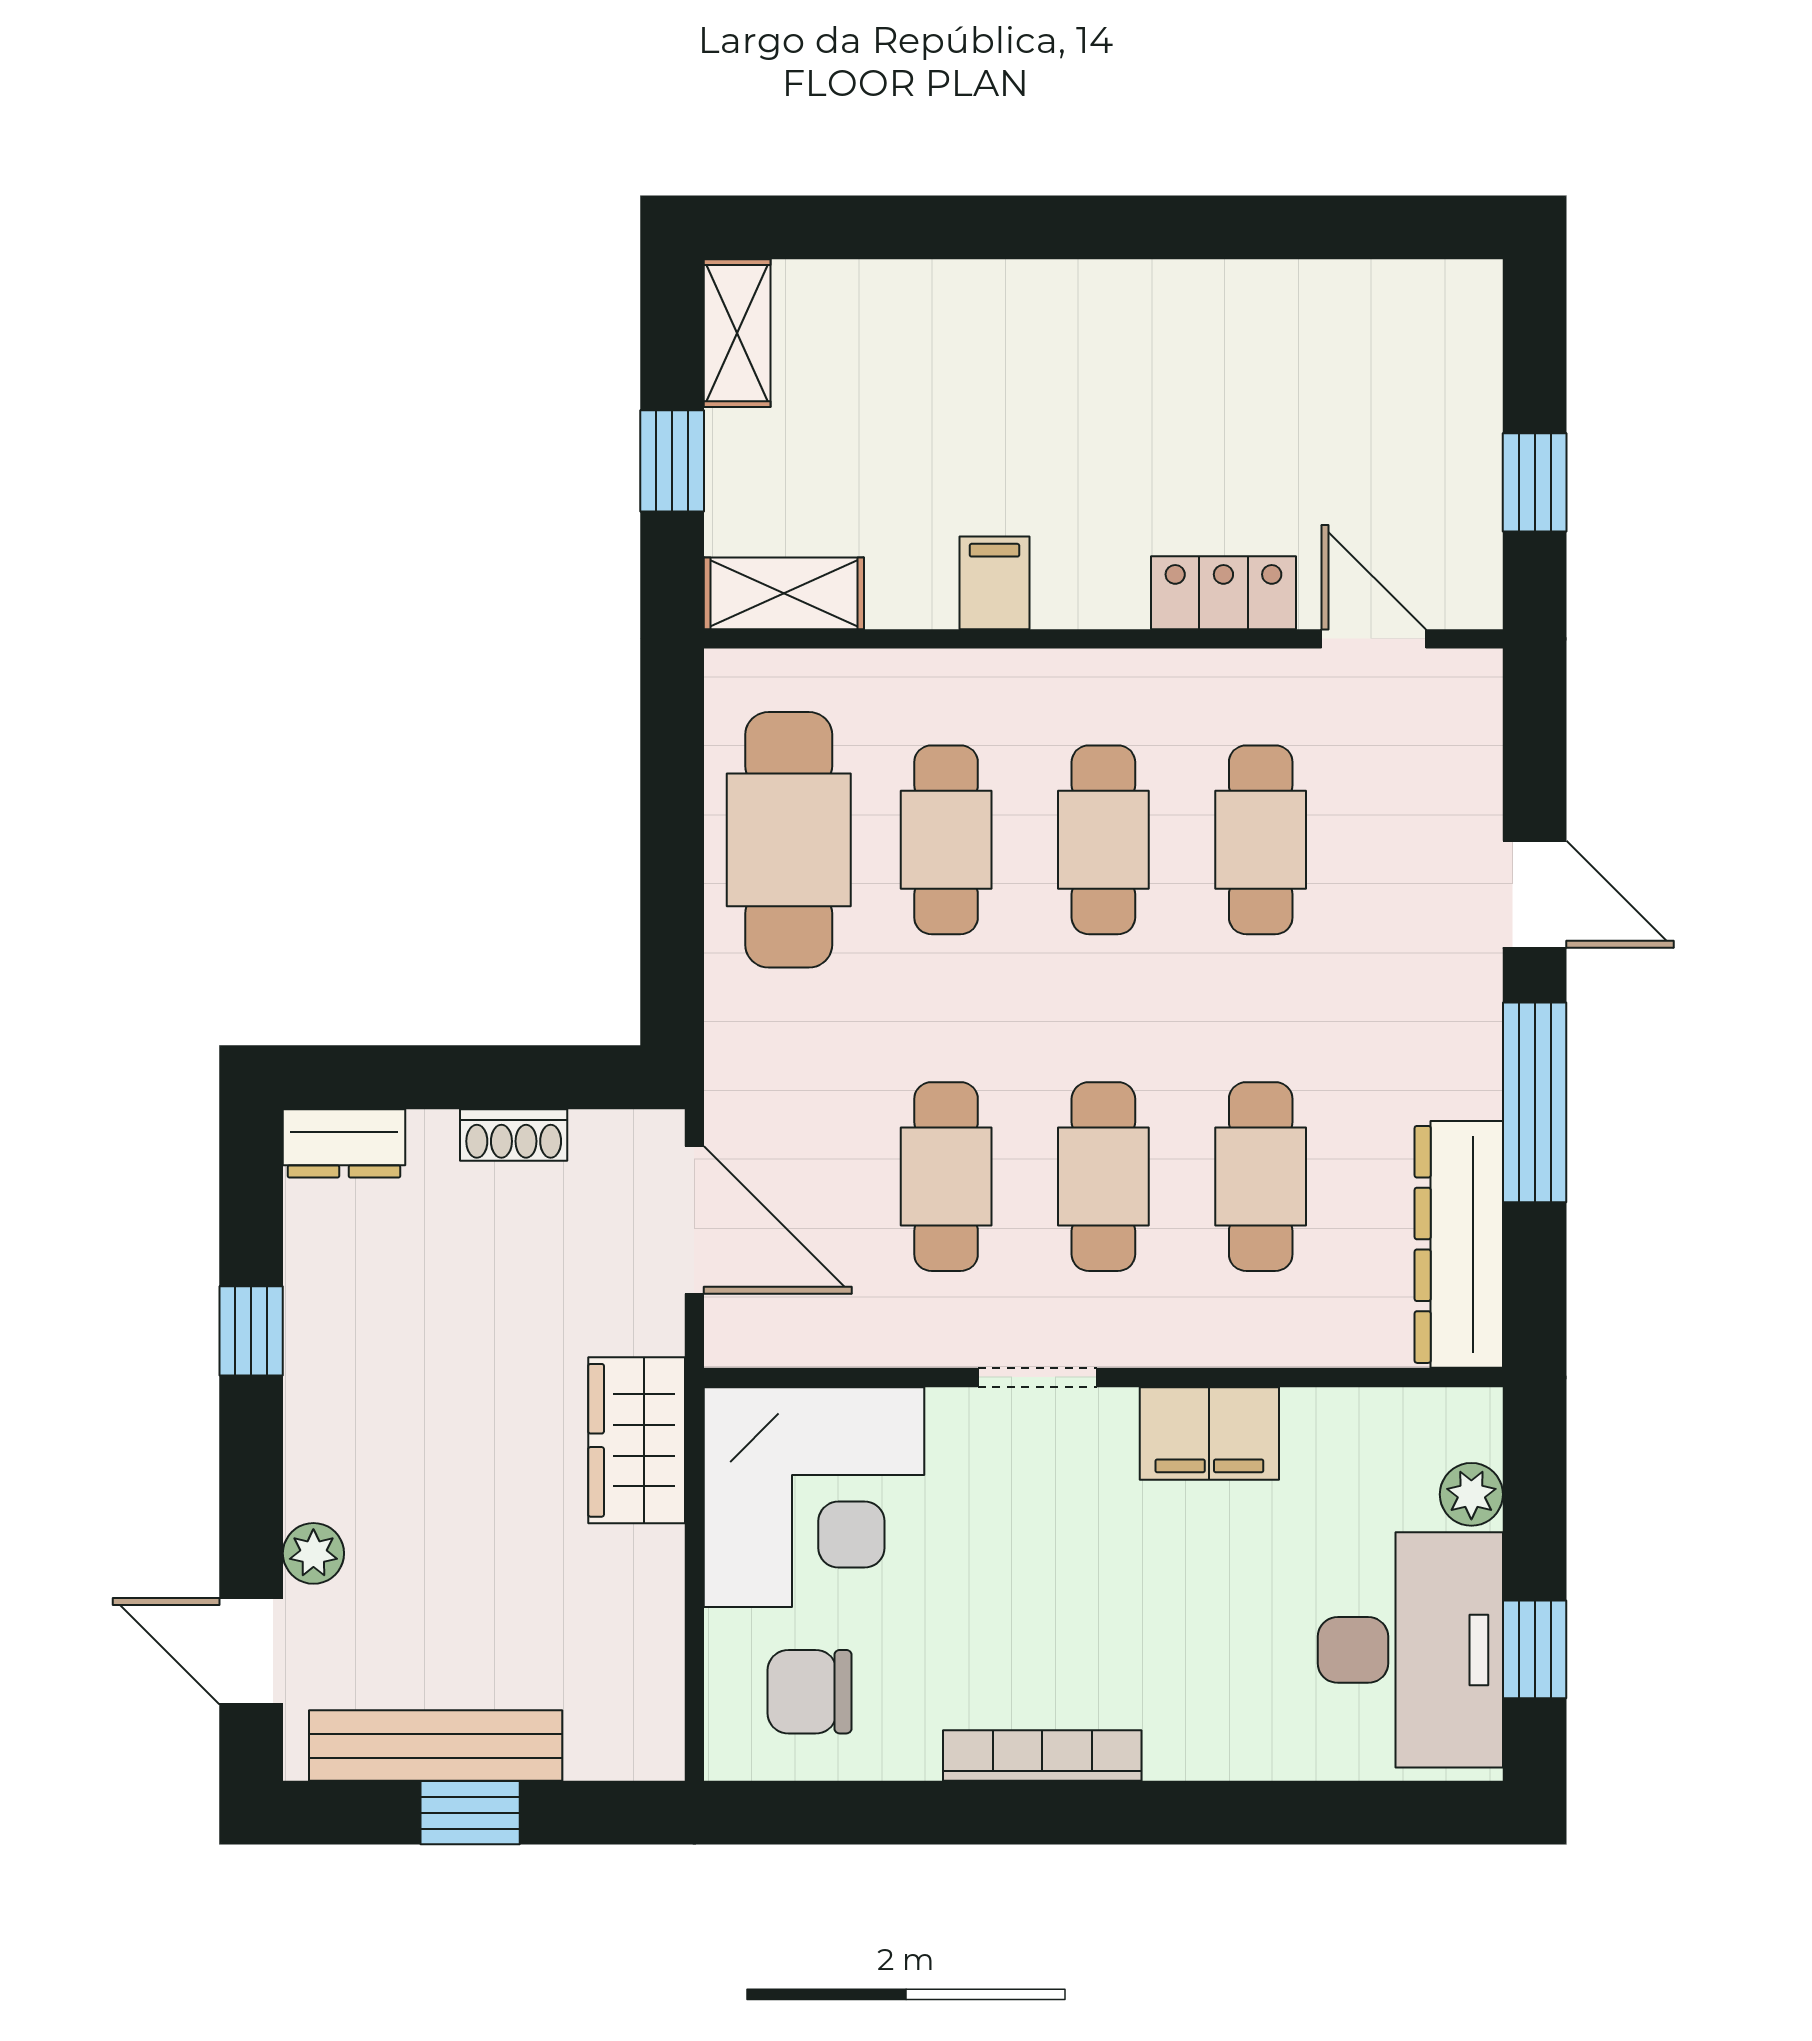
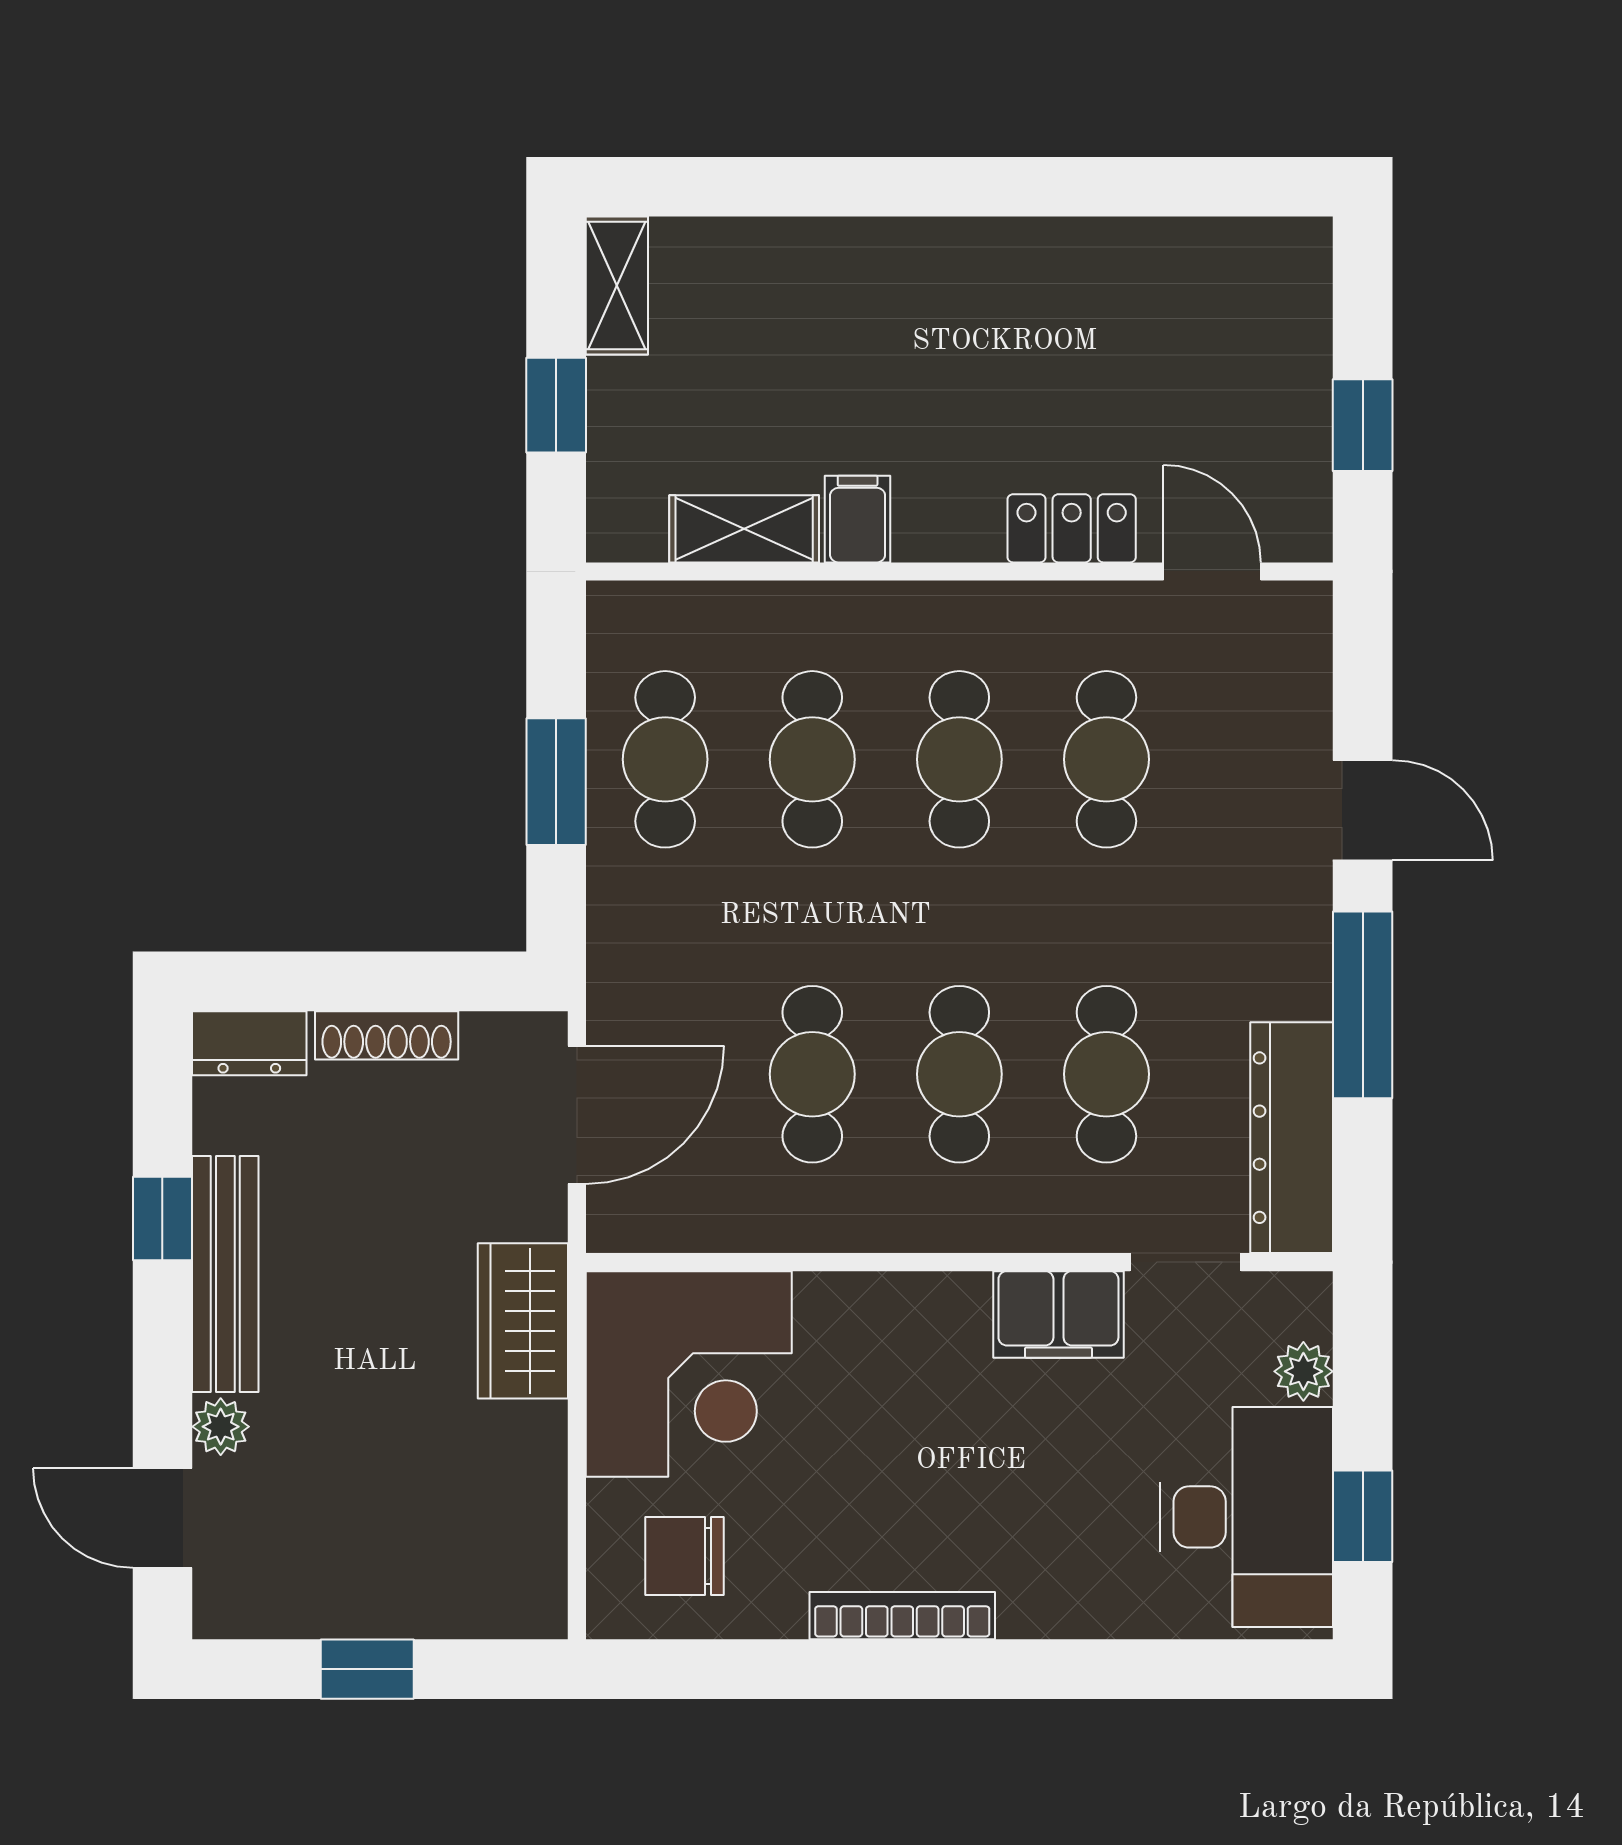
shelving: (784, 593) -> (744, 529), moved
cafe table: (789, 840) -> (665, 759), width x0.73, depth x0.74
window: (672, 864) -> (556, 782), added
shoe rack: (514, 1135) -> (387, 1035), width x1.43
door: (694, 1220) -> (577, 1115), hinge flipped
doorway: (1037, 1377) -> (1186, 1262), moved
bench: (436, 1746) -> (225, 1274), moved, turned 90

